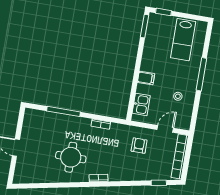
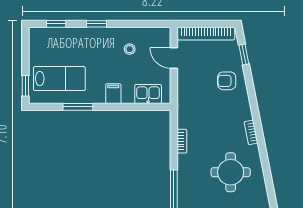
window: (145, 26) -> (78, 107), moved
lab bench: (183, 40) -> (59, 79), moved
window: (207, 43) -> (56, 24), added
window: (201, 74) -> (96, 24), width x0.46
armchair: (139, 146) -> (227, 81), moved

